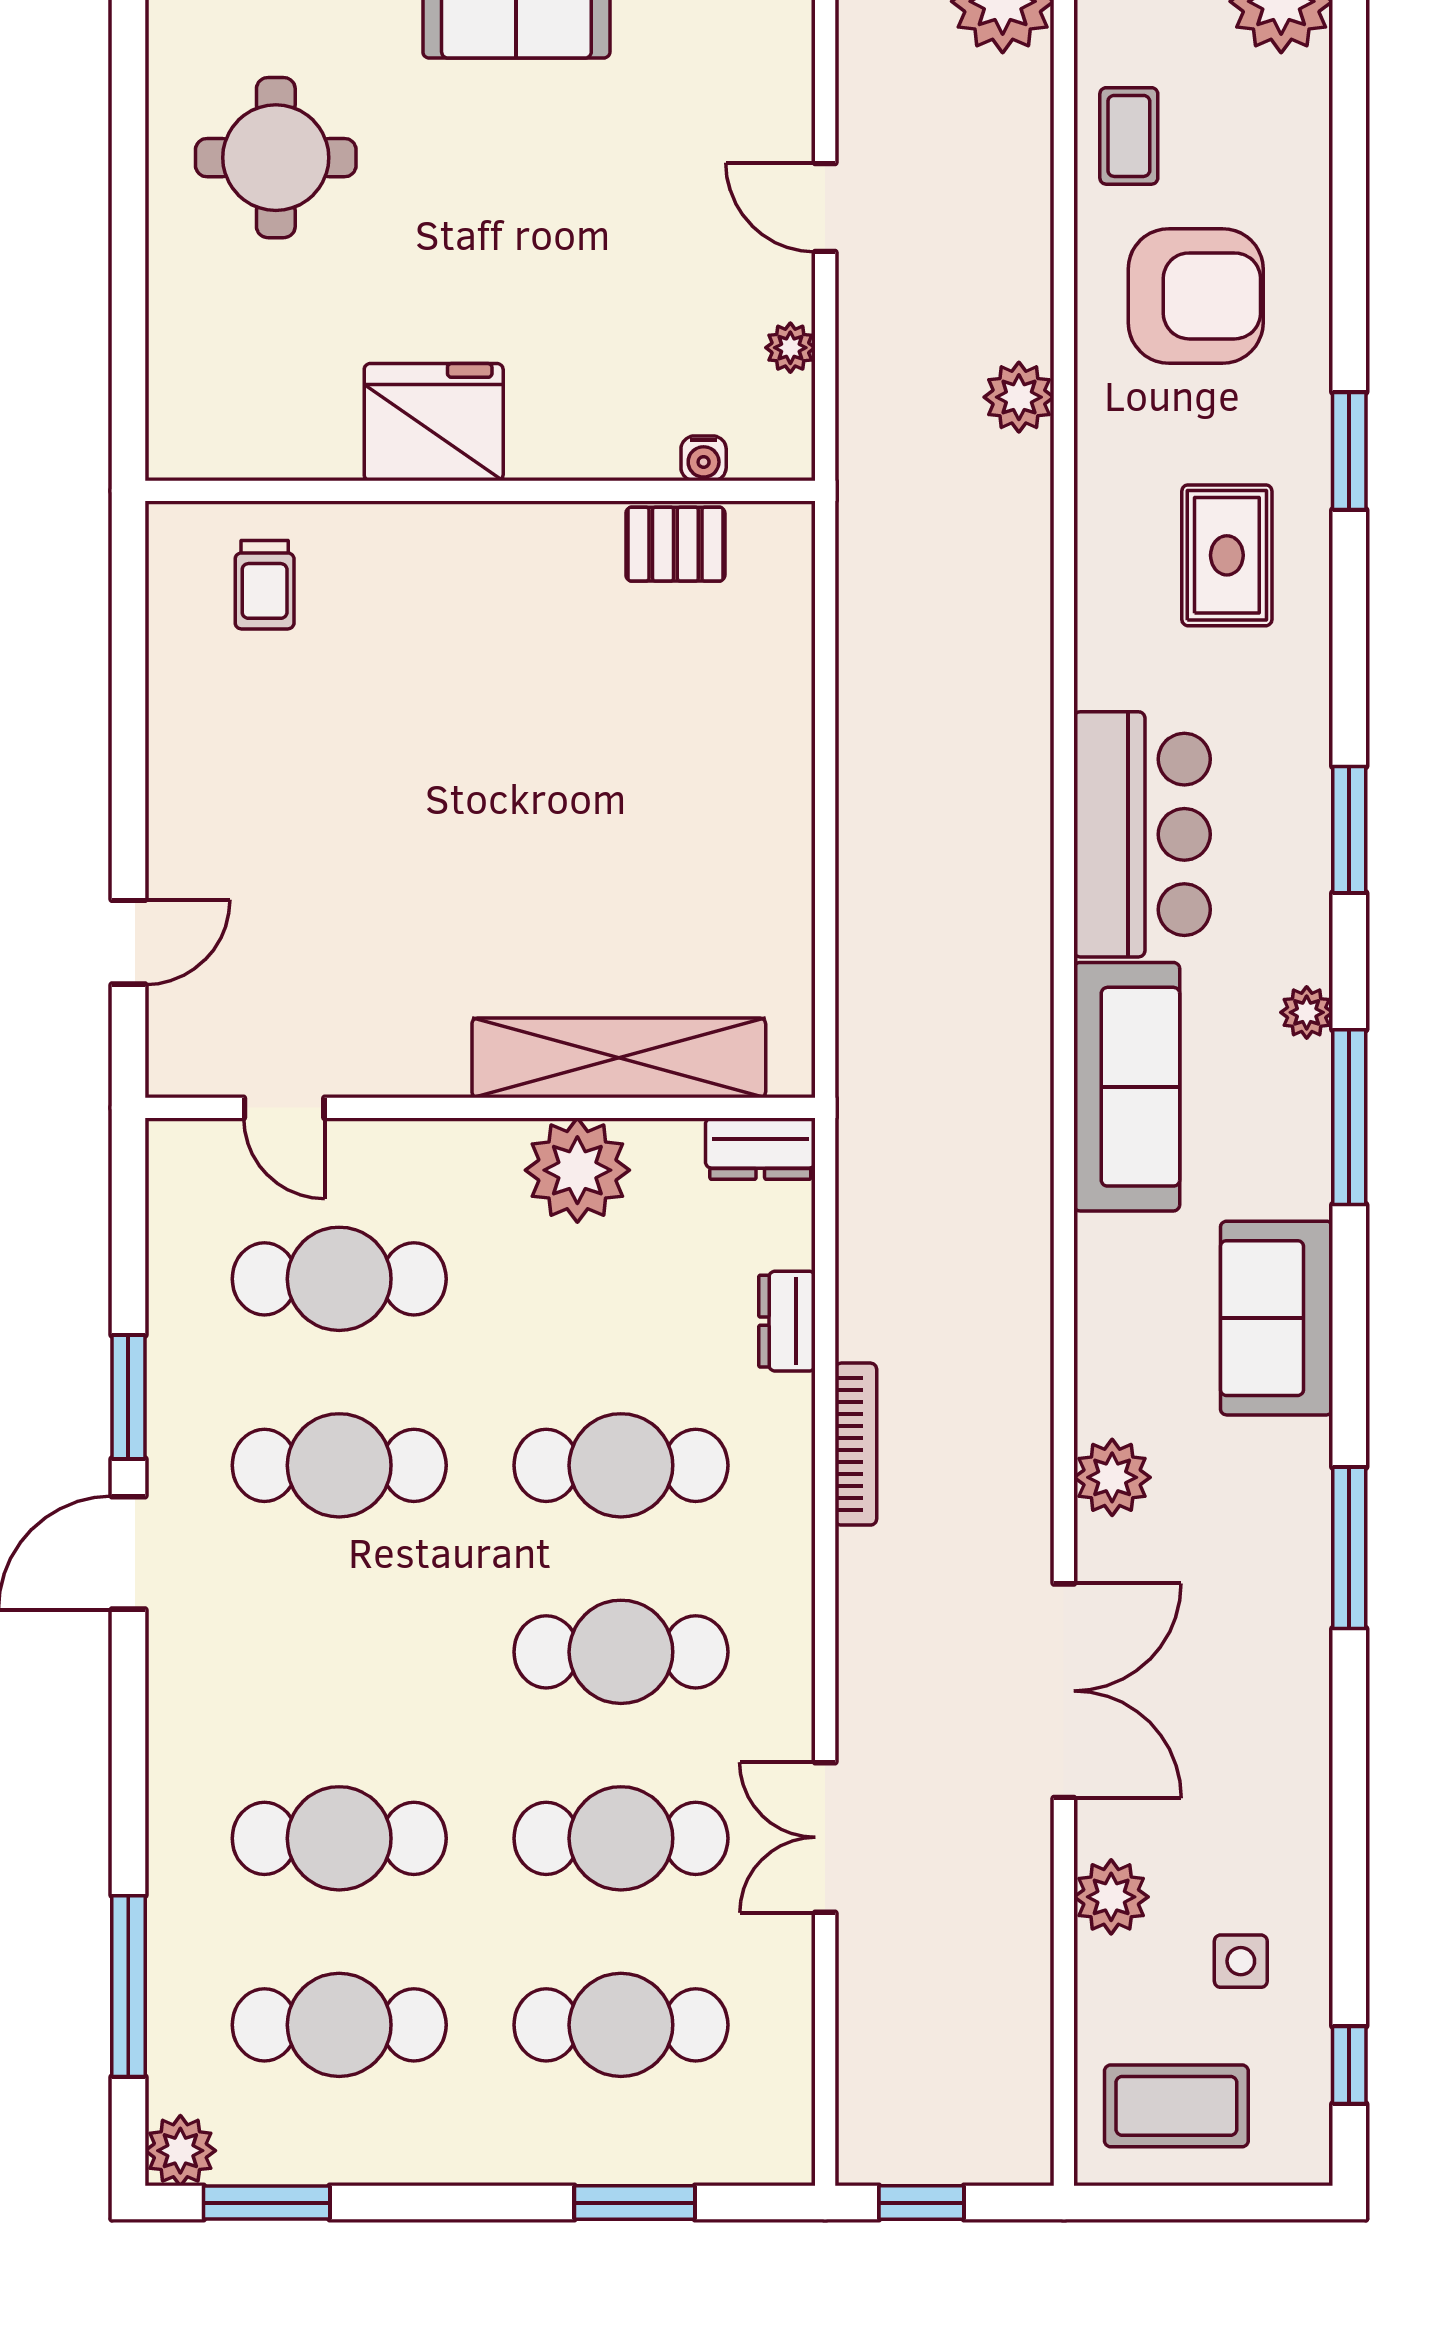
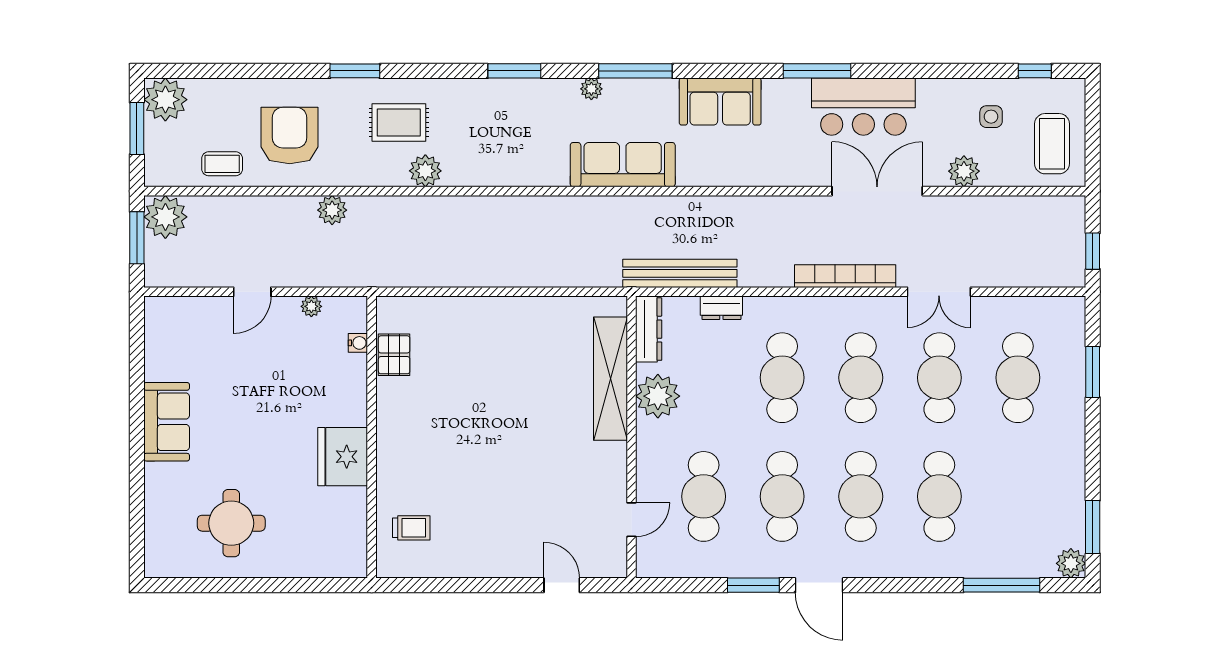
bar counter: (1142, 834) -> (863, 107), moved, turned 180
dresser: (760, 1149) -> (649, 329), width x1.44
bench: (869, 1222) -> (680, 273), added
bookcase: (856, 1444) -> (845, 276), moved, width x1.48, depth x1.31
plant: (1112, 1477) -> (425, 171), moved
cafe table: (339, 2025) -> (861, 496), moved

